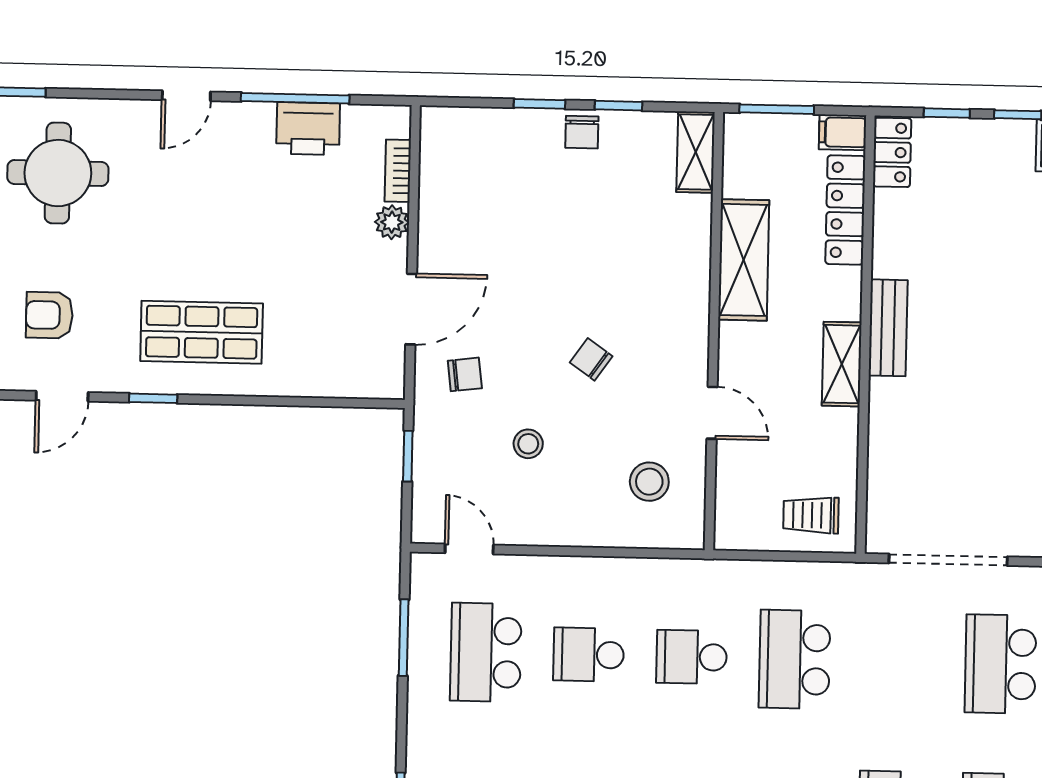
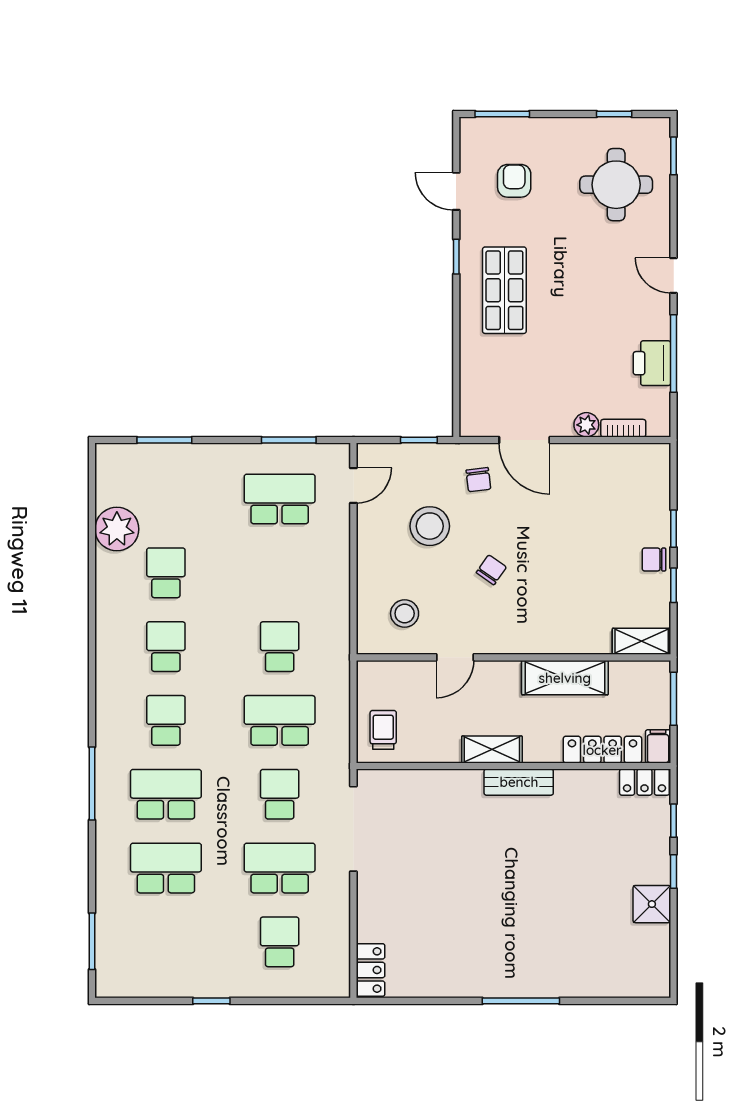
stool: (528, 444) -> (430, 526), width x1.89, depth x1.89
school desk: (589, 655) -> (280, 794), moved

